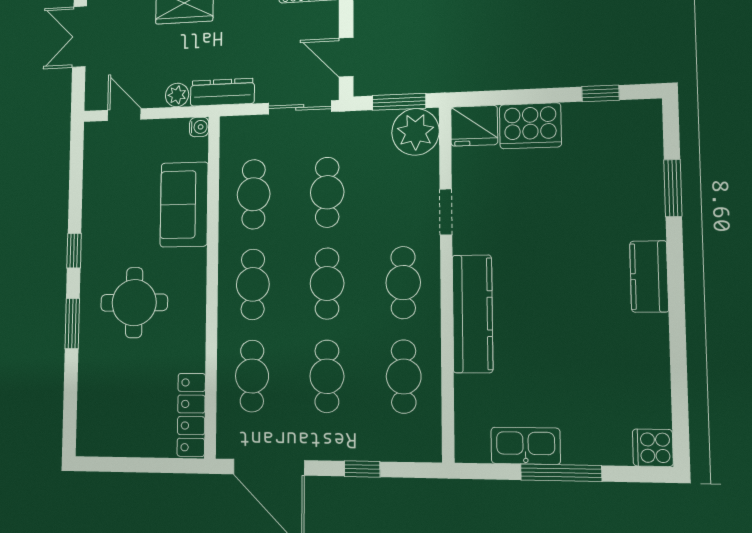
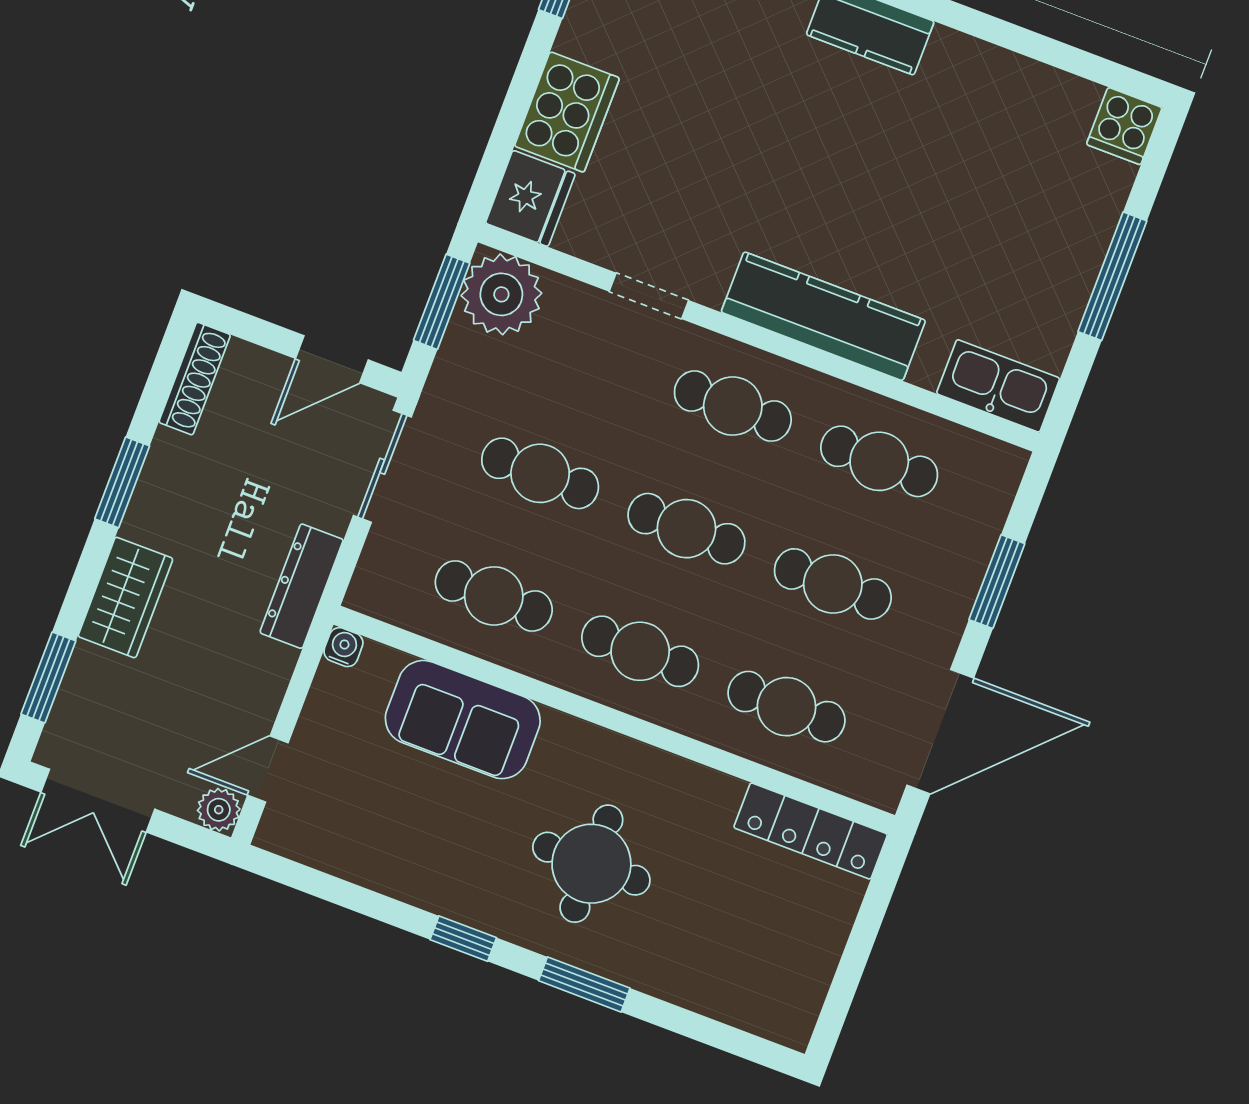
plant: (177, 95) -> (219, 810), moved
kitchen sink: (526, 446) -> (998, 386), moved, turned 90
window: (362, 469) -> (997, 582), width x1.50

